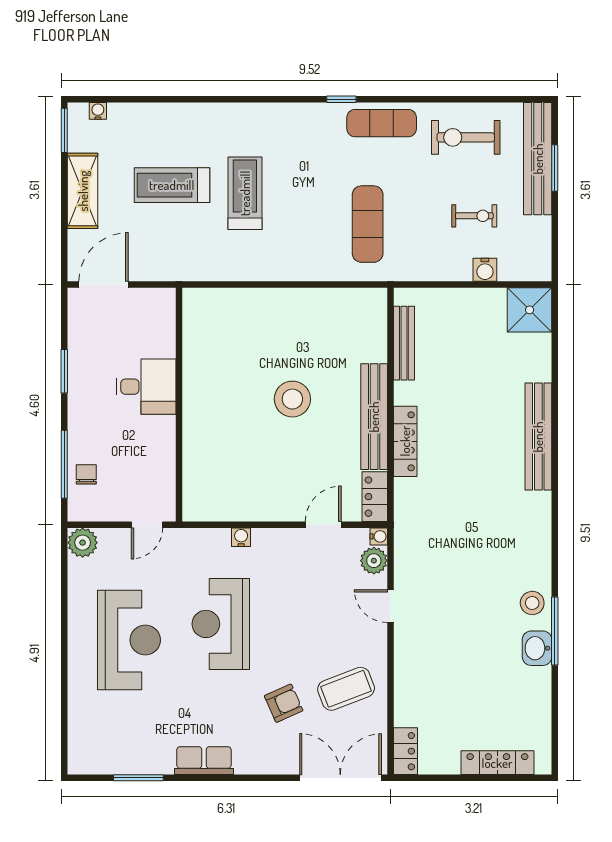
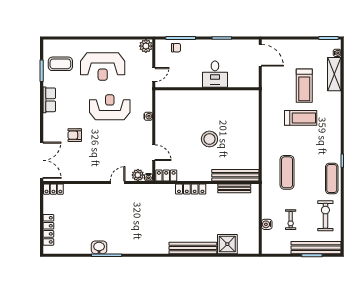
treadmill: (172, 185) -> (304, 86), turned 180
shelving: (83, 191) -> (334, 74), moved, turned 90
exercise mat: (368, 224) -> (287, 172), turned 90
shower: (530, 310) -> (227, 244), moved
bench: (374, 417) -> (235, 175), moved
door: (147, 525) -> (154, 75), swing flipped
stool: (532, 603) -> (119, 245), removed
coffee table: (346, 689) -> (60, 64), moved, turned -69
armchair: (284, 703) -> (75, 135), turned 114

